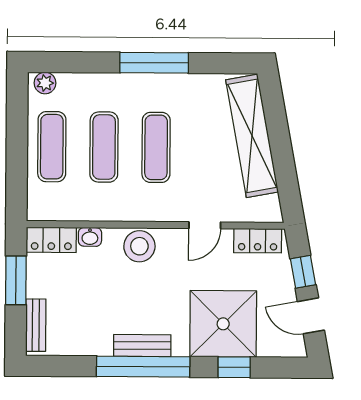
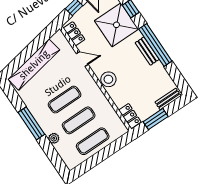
plant: (45, 83) -> (54, 138), moved
washbasin: (90, 237) -> (118, 101), removed

